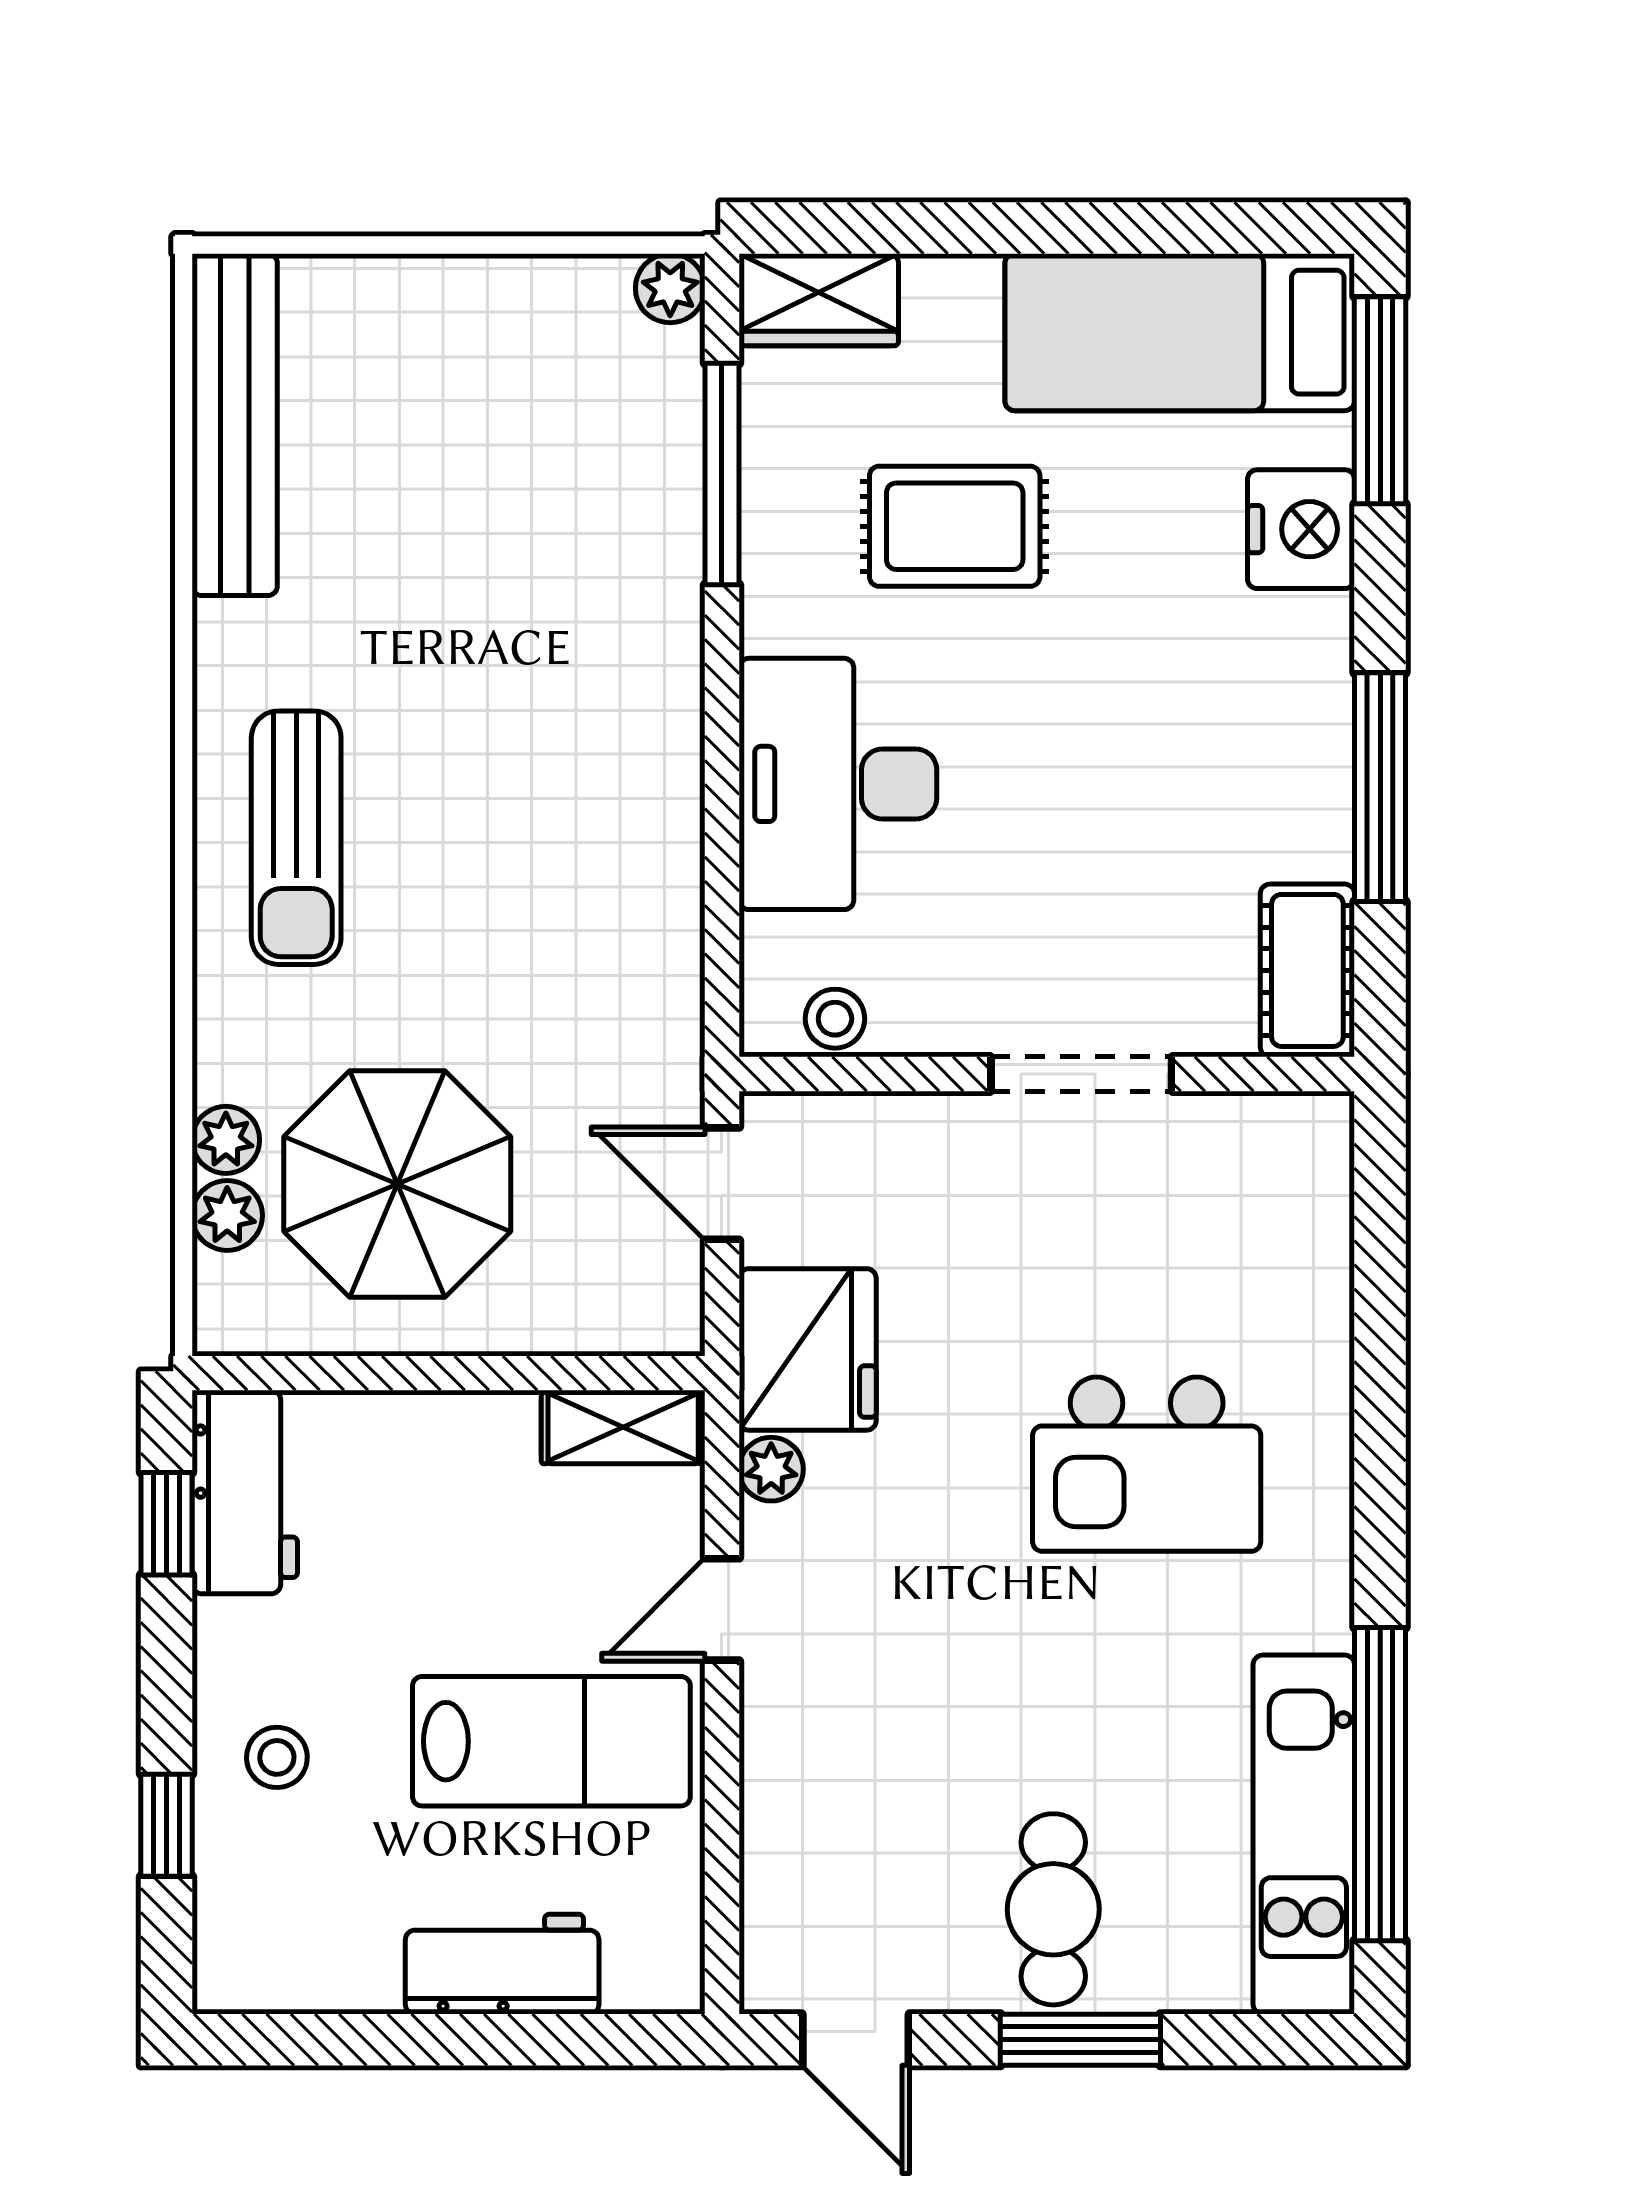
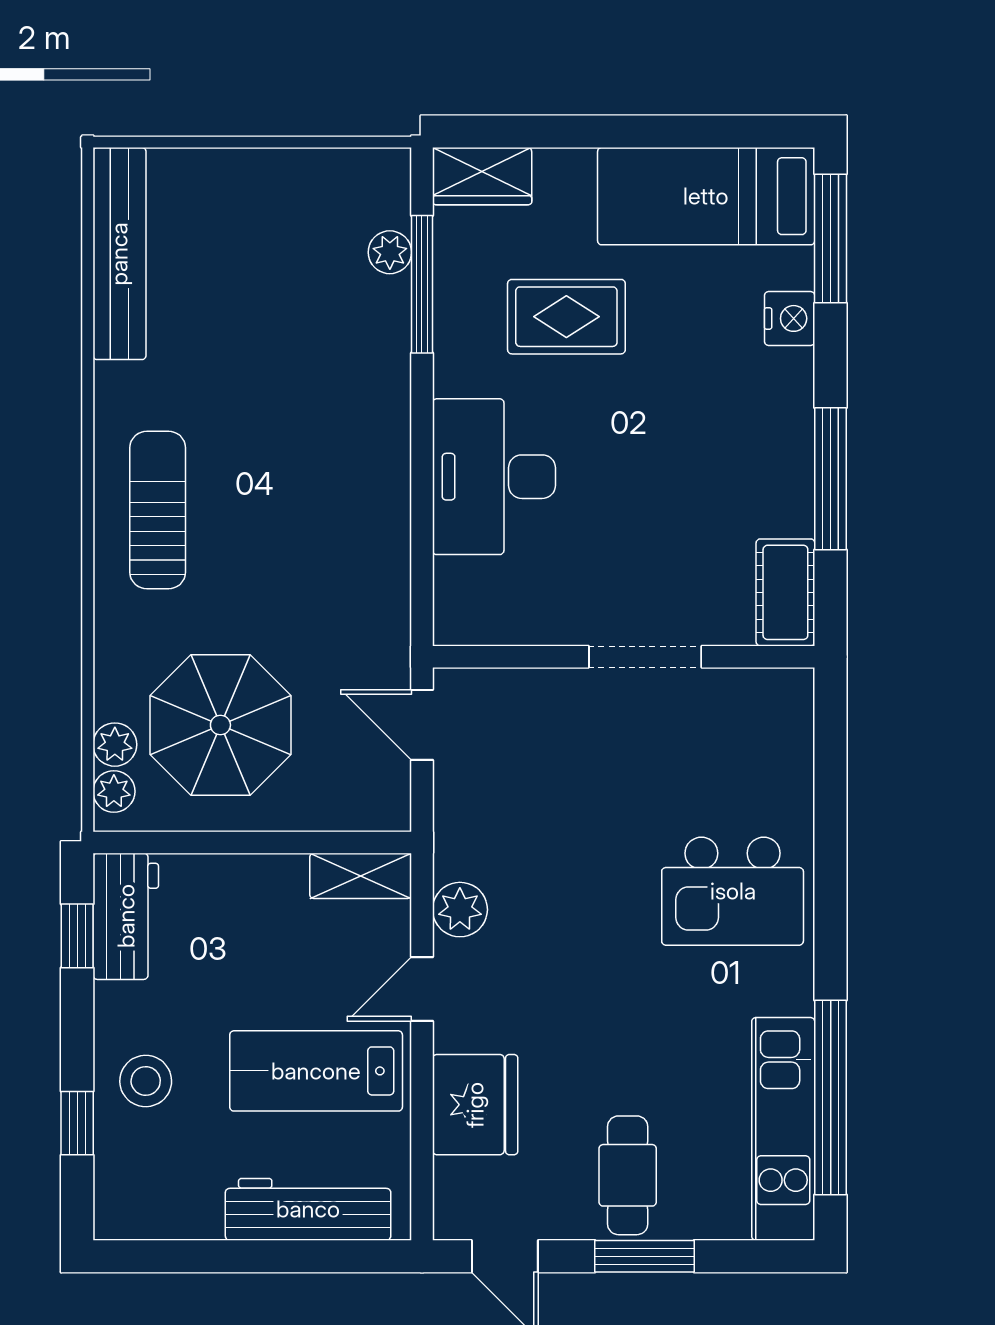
plant: (670, 288) -> (390, 252), moved
nightstand: (1301, 529) -> (790, 318), width x0.74, depth x0.75
sun lounger: (296, 838) -> (158, 510), turned 180
stool: (835, 1019) -> (492, 622), removed
plant: (226, 1140) -> (114, 791), moved
fridge: (808, 1349) -> (475, 1105), moved
kitchen island: (1147, 1464) -> (733, 891), moved
plant: (771, 1469) -> (460, 910), width x1.38, depth x1.38
lab bench: (551, 1741) -> (316, 1071), turned 180
stool: (277, 1757) -> (146, 1081), width x1.37, depth x1.37
workbench: (502, 1964) -> (308, 1209), width x1.38

